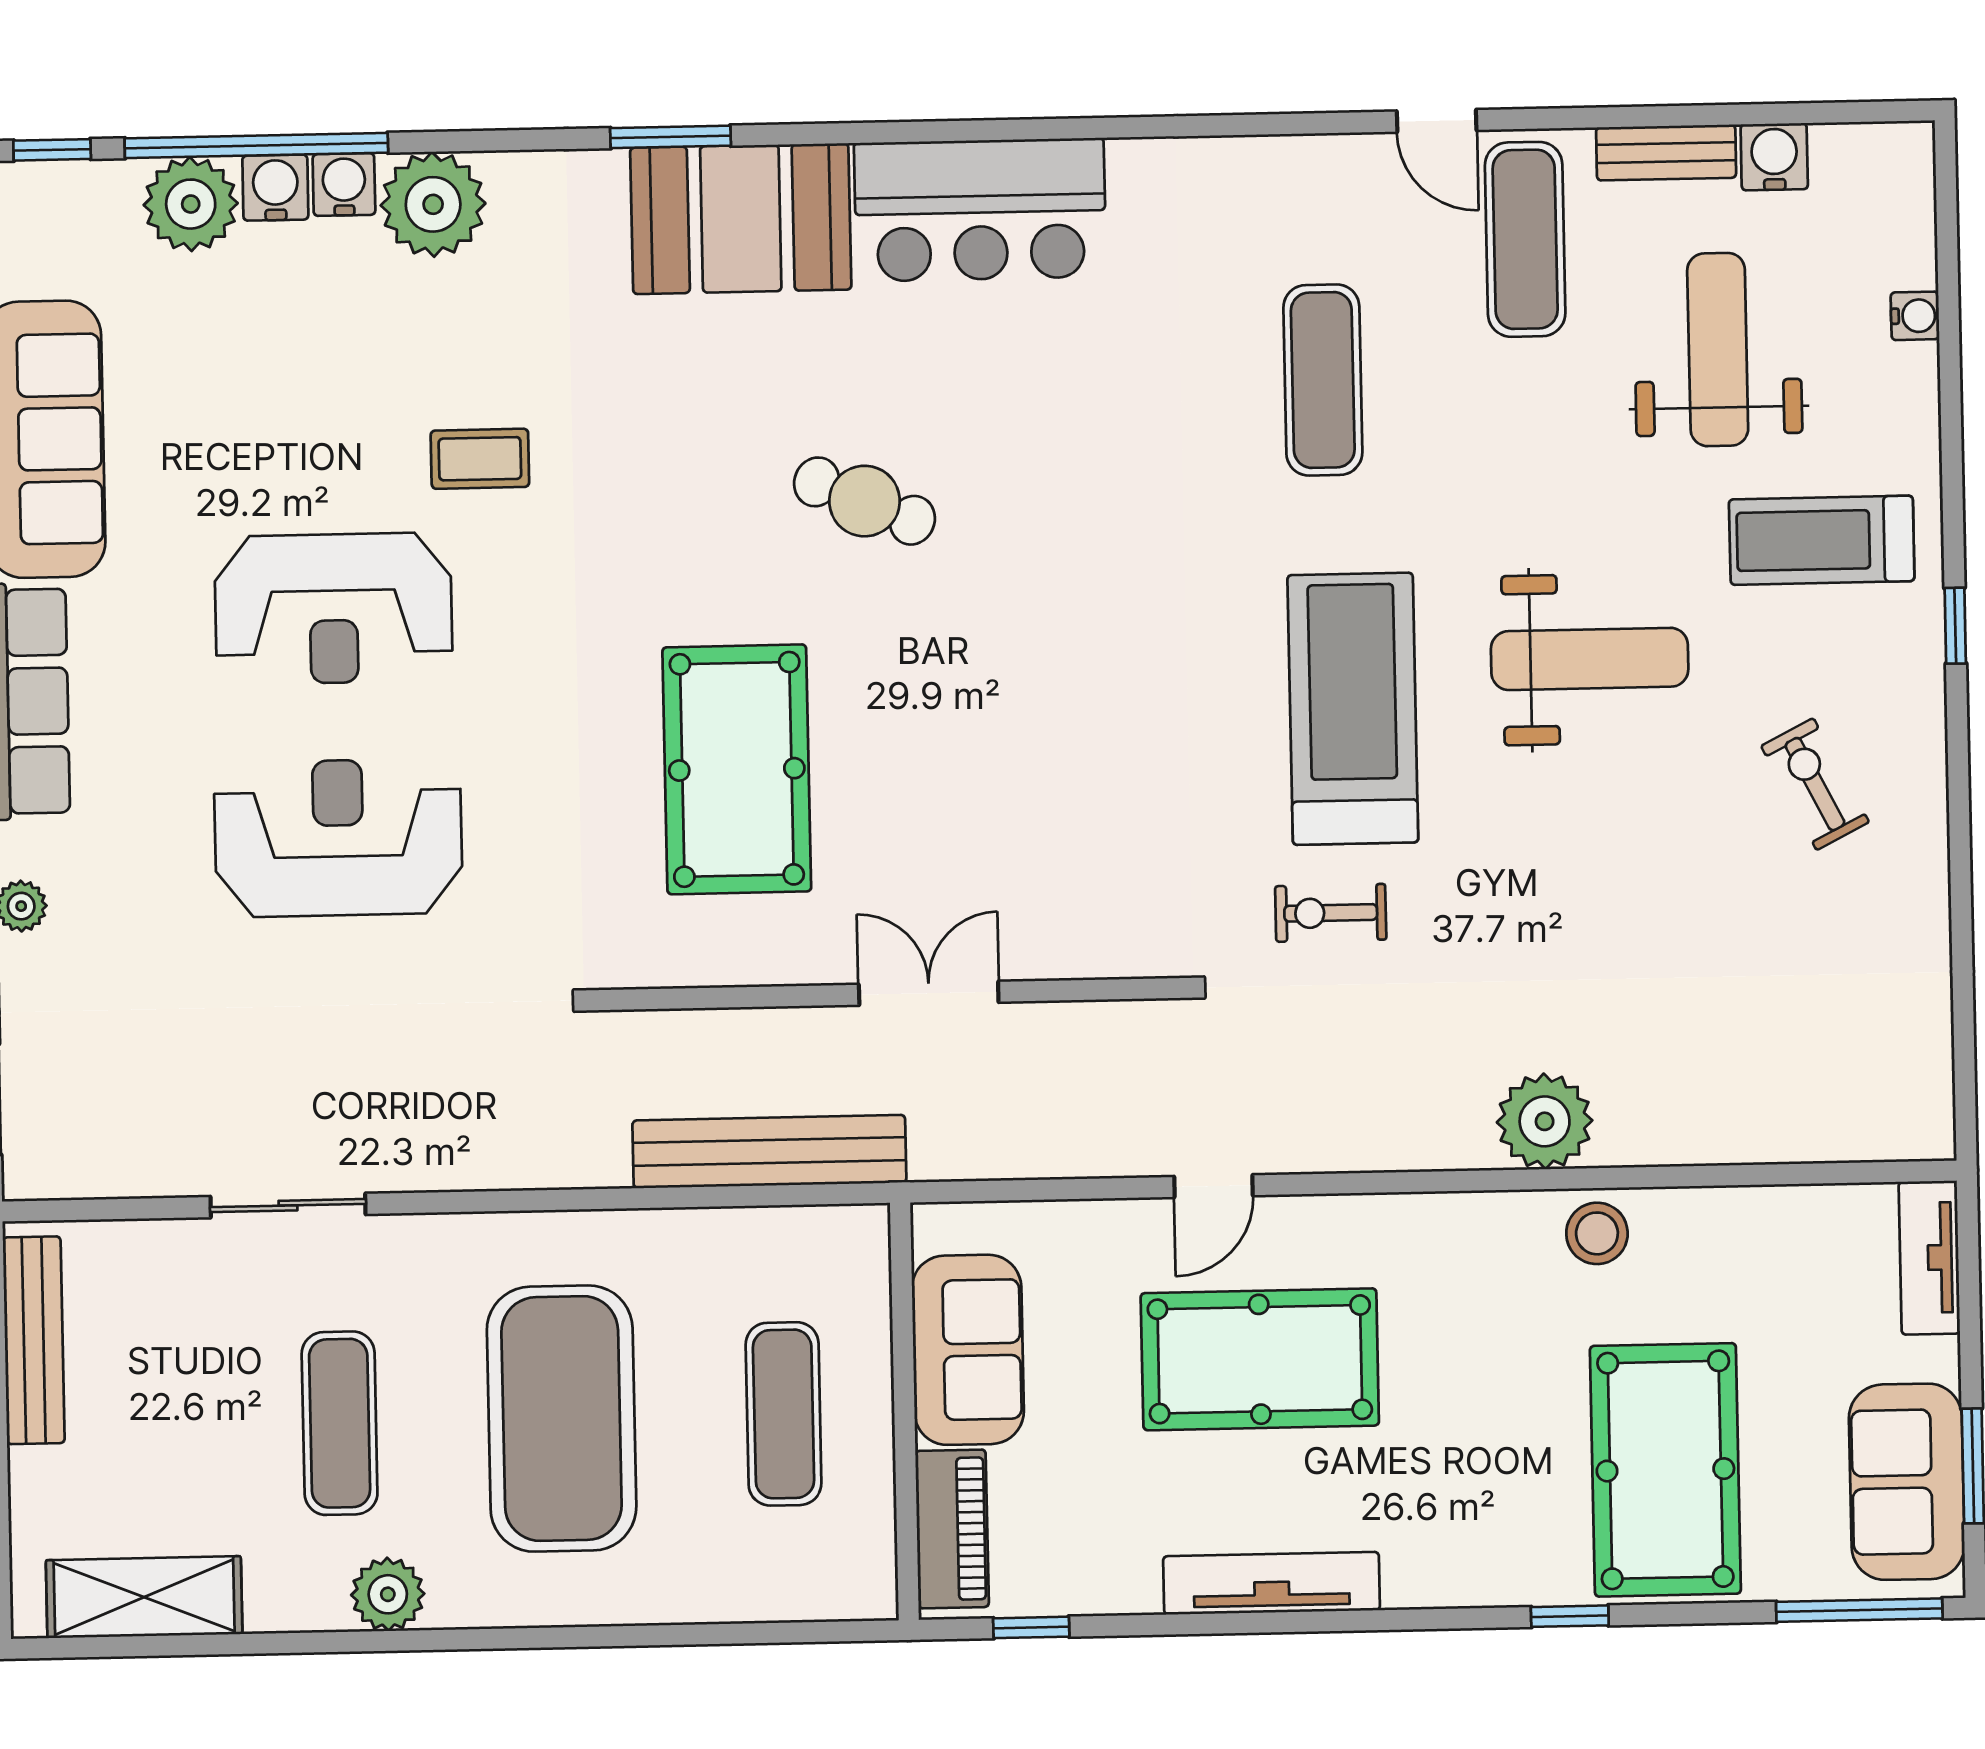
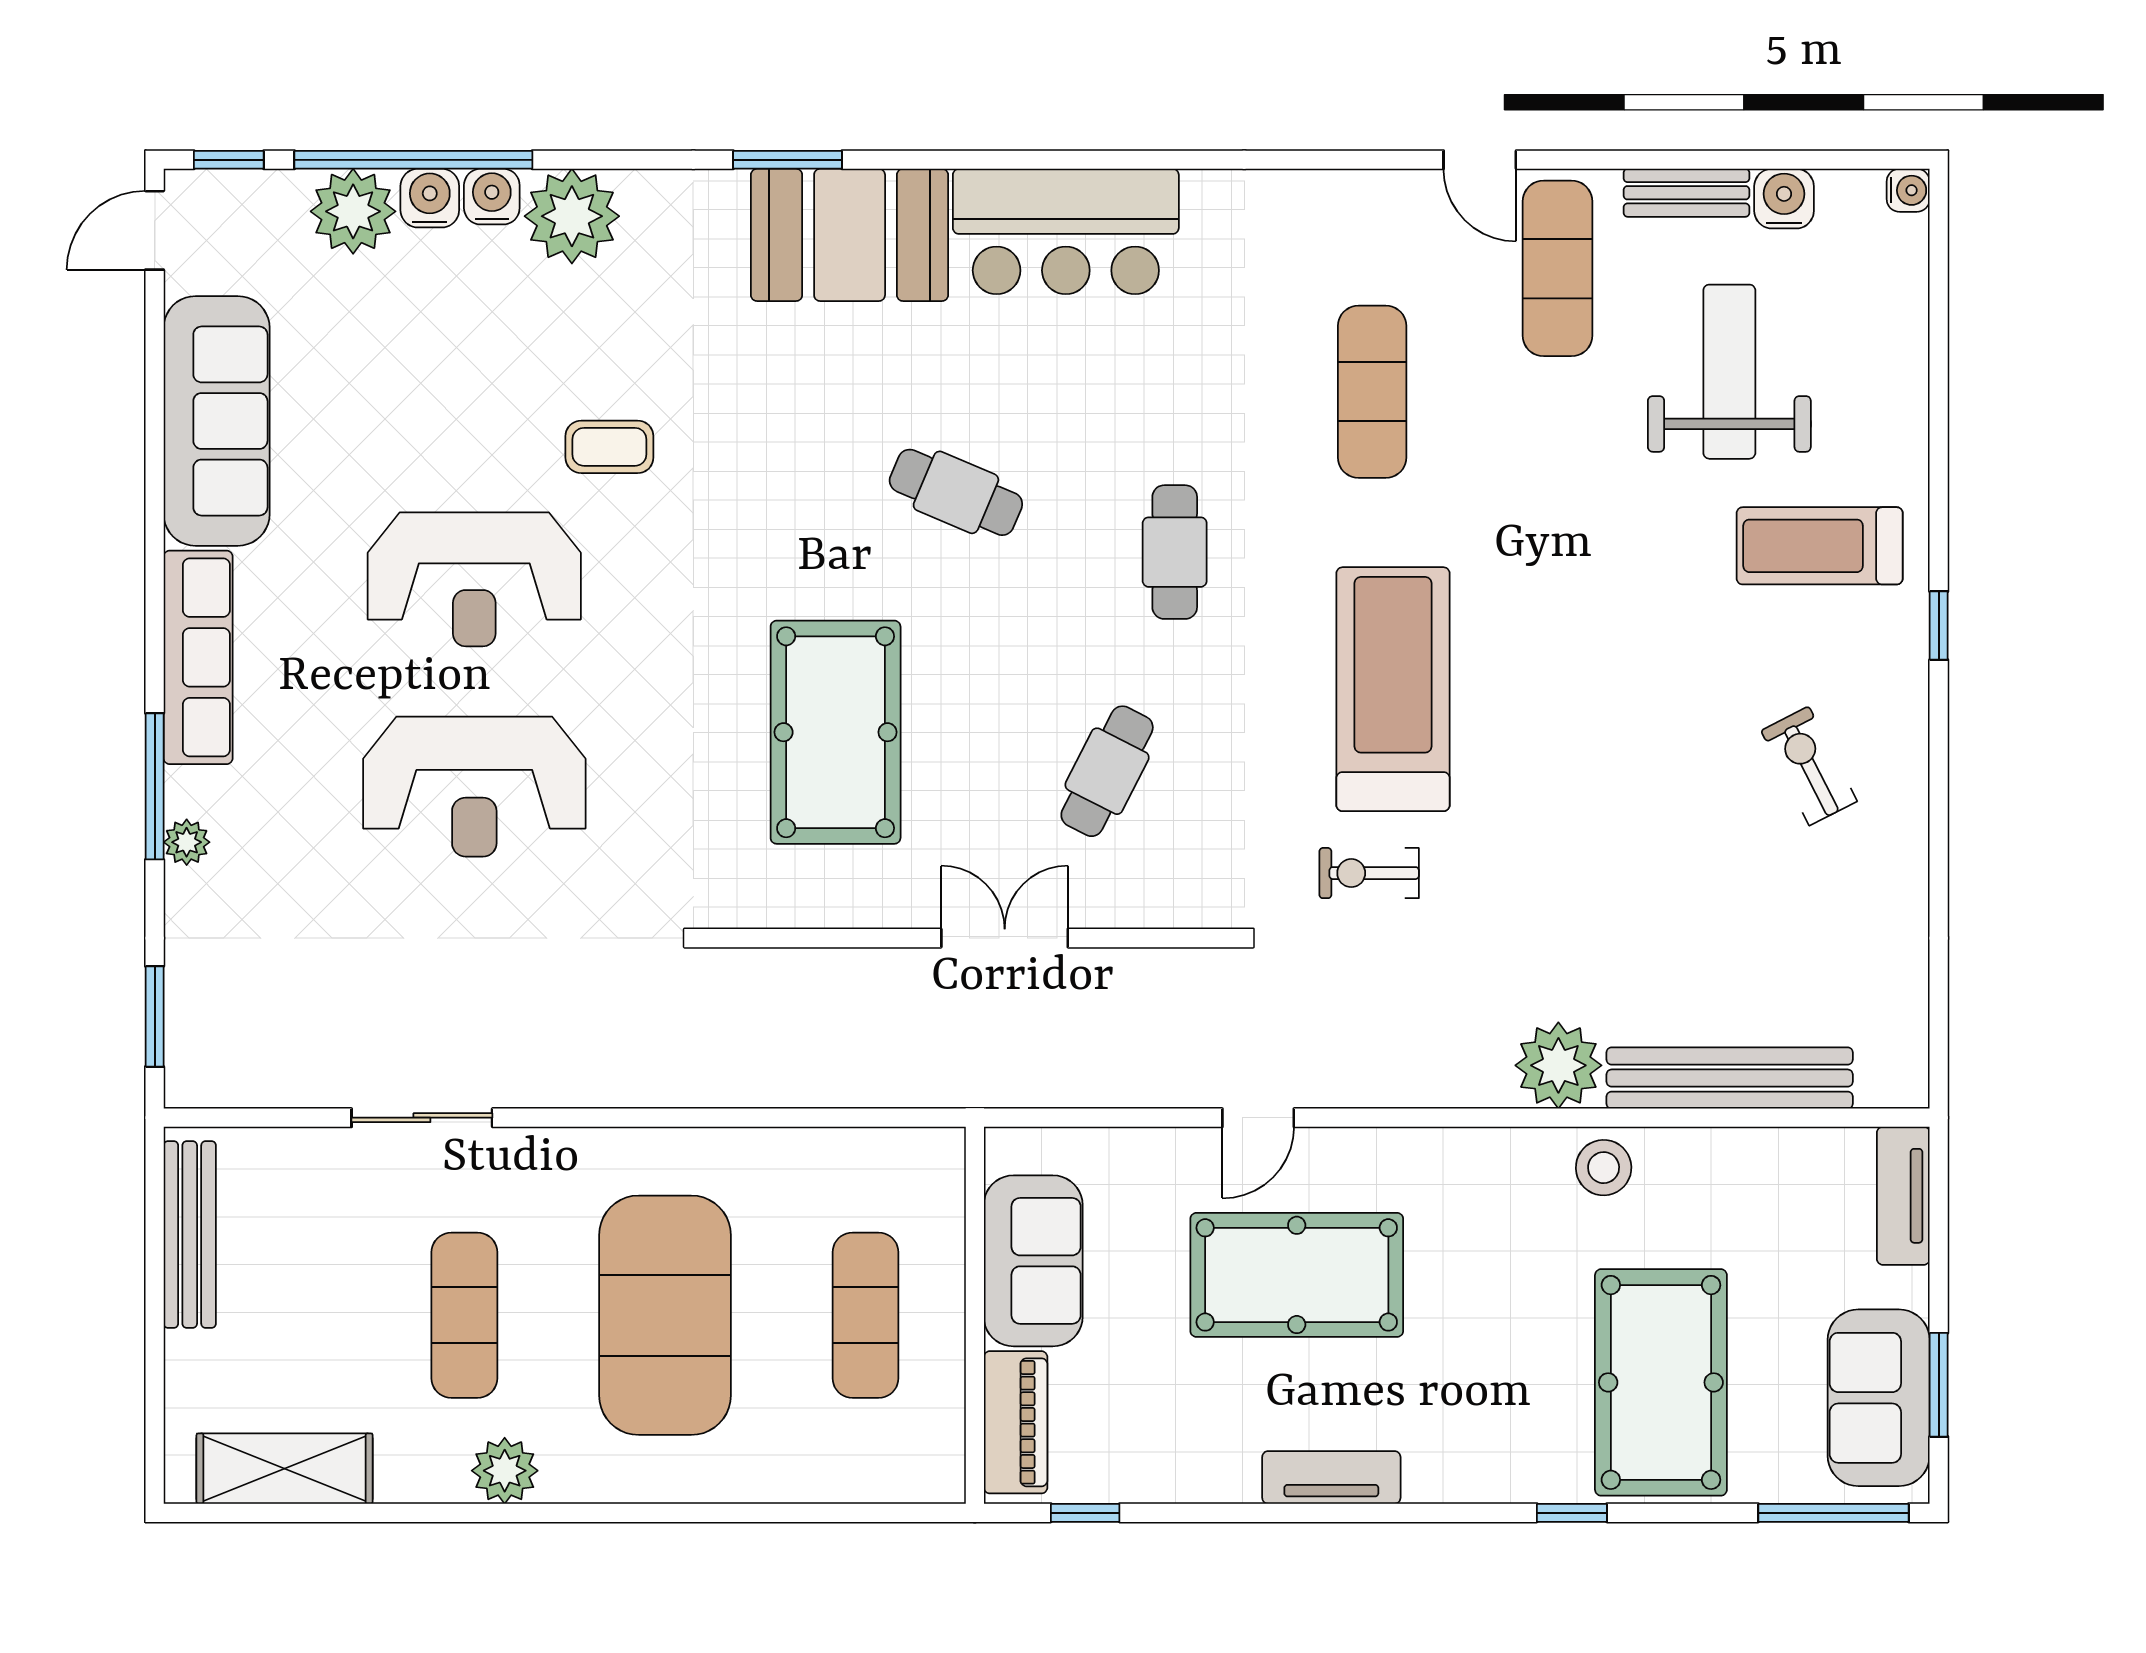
water cooler: (1915, 316) -> (1908, 190), moved
cafe table: (1108, 562) -> (1175, 552), added
weight bench: (1590, 659) -> (1608, 649), removed
cafe table: (1038, 806) -> (1107, 771), added
reception desk: (338, 838) -> (474, 787), turned 180
bench: (769, 1152) -> (1730, 1078), moved
tv unit: (1272, 1583) -> (1331, 1477), width x0.71

